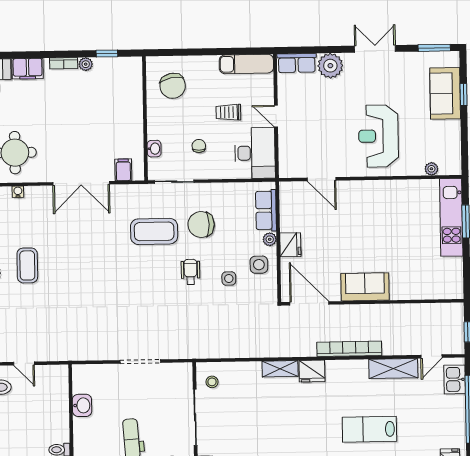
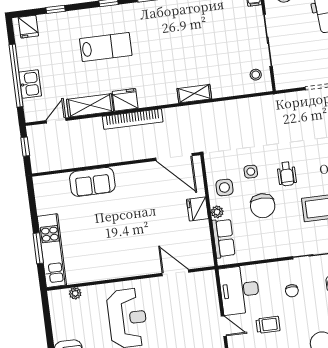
chair: (201, 225) -> (263, 206), moved, turned 90
sofa: (365, 287) -> (92, 182), moved
fridge: (312, 371) -> (125, 100), moved
kitchen sink: (455, 379) -> (30, 84), moved

